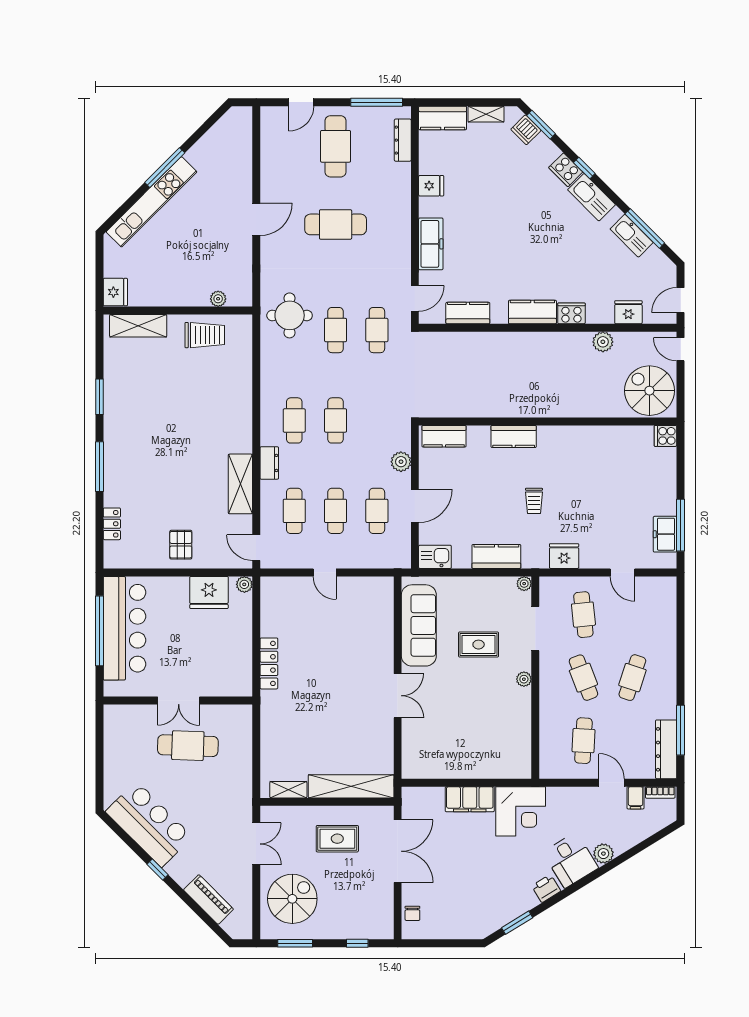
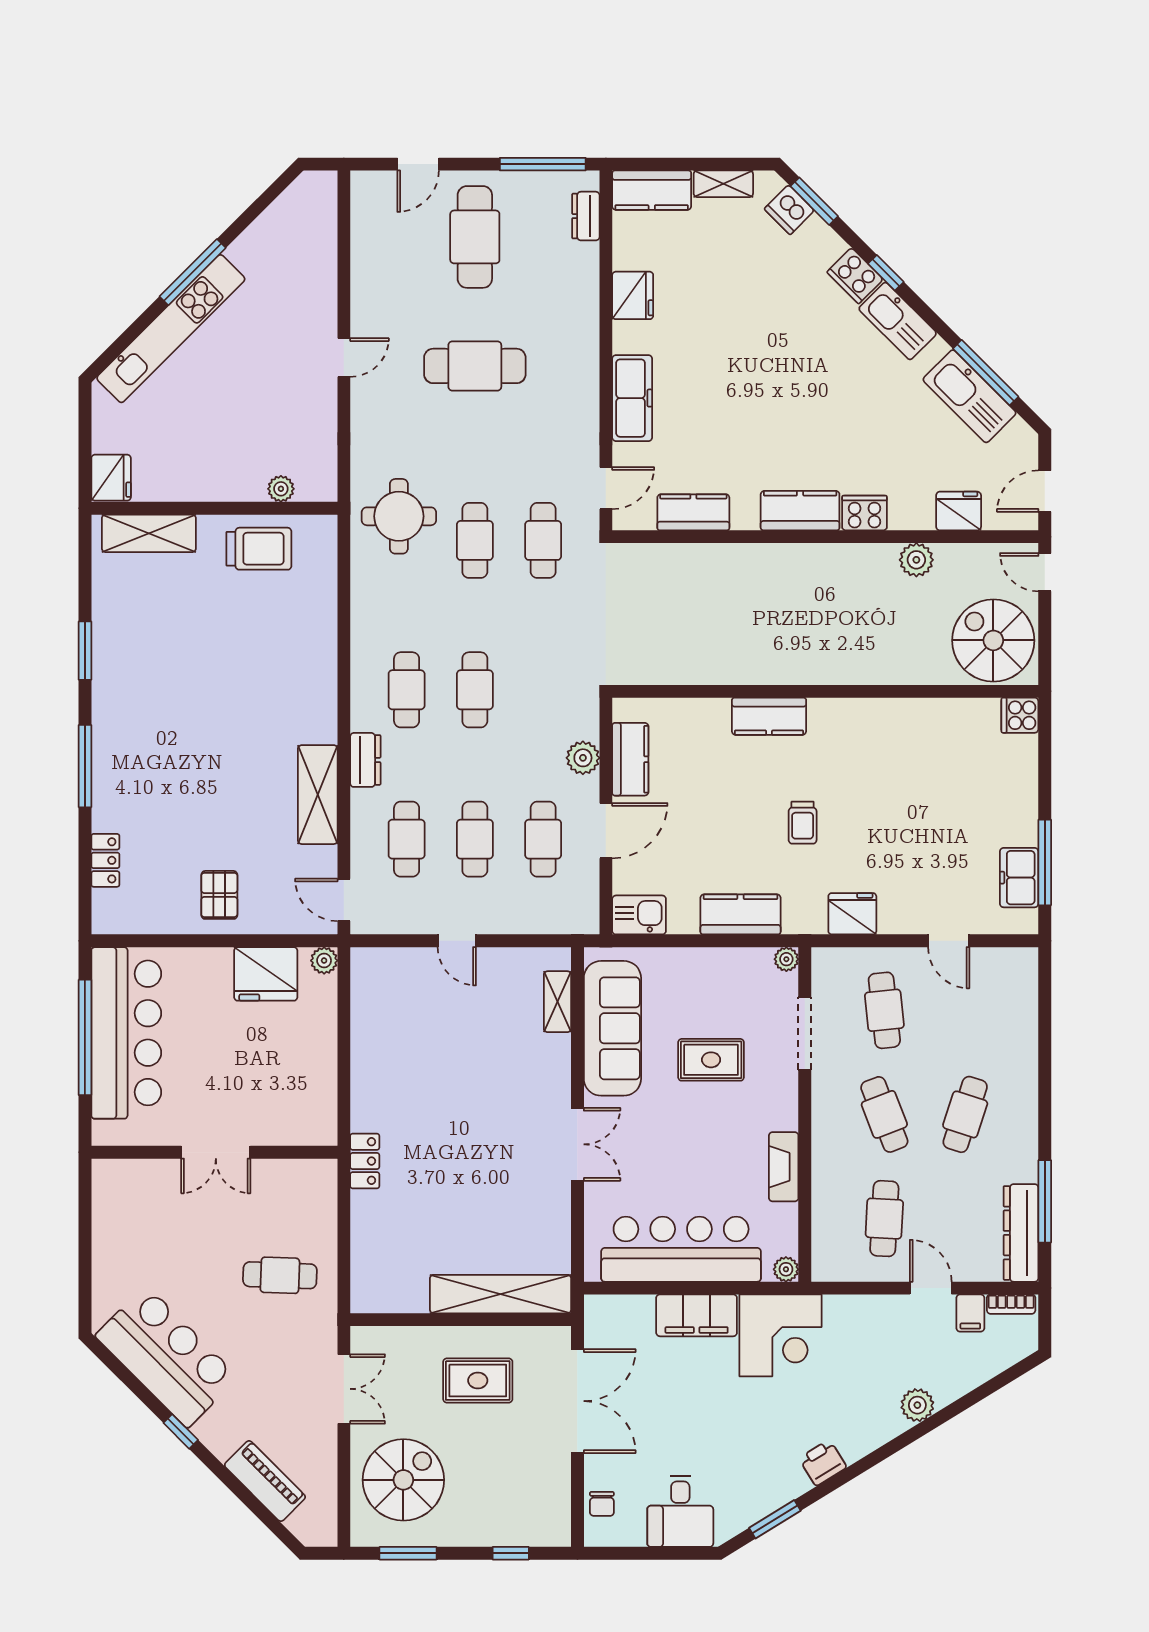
dresser: (403, 140) -> (586, 216), width x0.70
fridge: (431, 186) -> (633, 295), width x1.38
door: (256, 219) -> (344, 358), width x0.73
kitchen sink: (632, 236) -> (969, 396), width x1.36, depth x1.24
kitchen counter: (444, 436) -> (630, 759), moved, turned -90
locker: (269, 663) -> (365, 1161), moved, width x0.66
plant: (524, 679) -> (786, 1269), moved
fireplace: (523, 709) -> (784, 1167), added
cafe table: (188, 746) -> (280, 1275), moved, width x0.73, depth x0.74
bar counter: (460, 759) -> (681, 1249), added
shelving: (288, 790) -> (557, 1002), moved, turned 90
desk: (571, 860) -> (680, 1511), moved, turned 32

